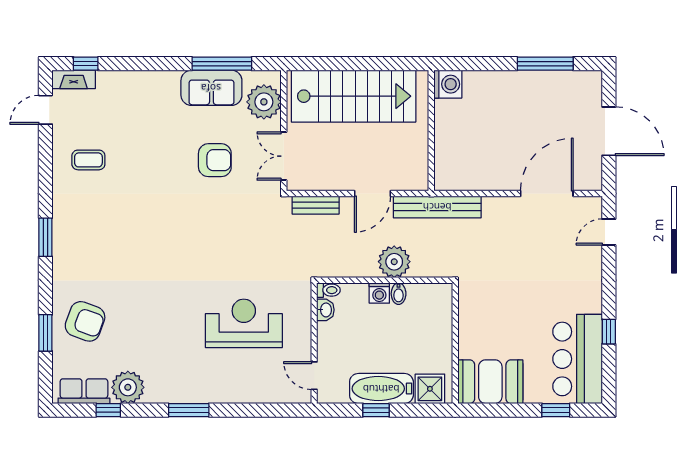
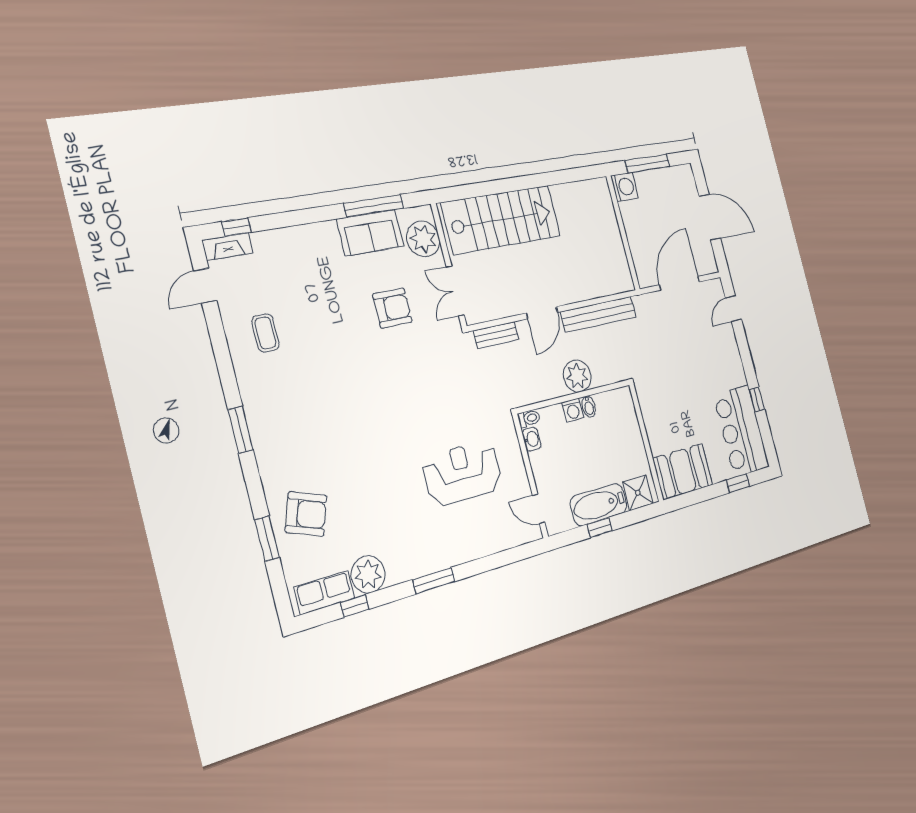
washing machine: (448, 84) -> (625, 187), moved
wall: (431, 131) -> (623, 233), moved
coffee table: (88, 160) -> (265, 333), turned 90

